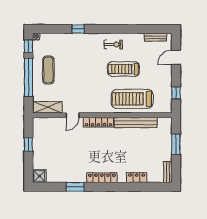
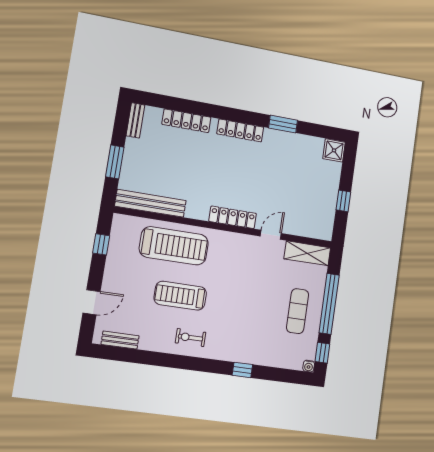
treadmill: (123, 69) -> (180, 296), turned 180
bench: (136, 123) -> (151, 203), moved
locker: (137, 178) -> (186, 121), width x1.53

